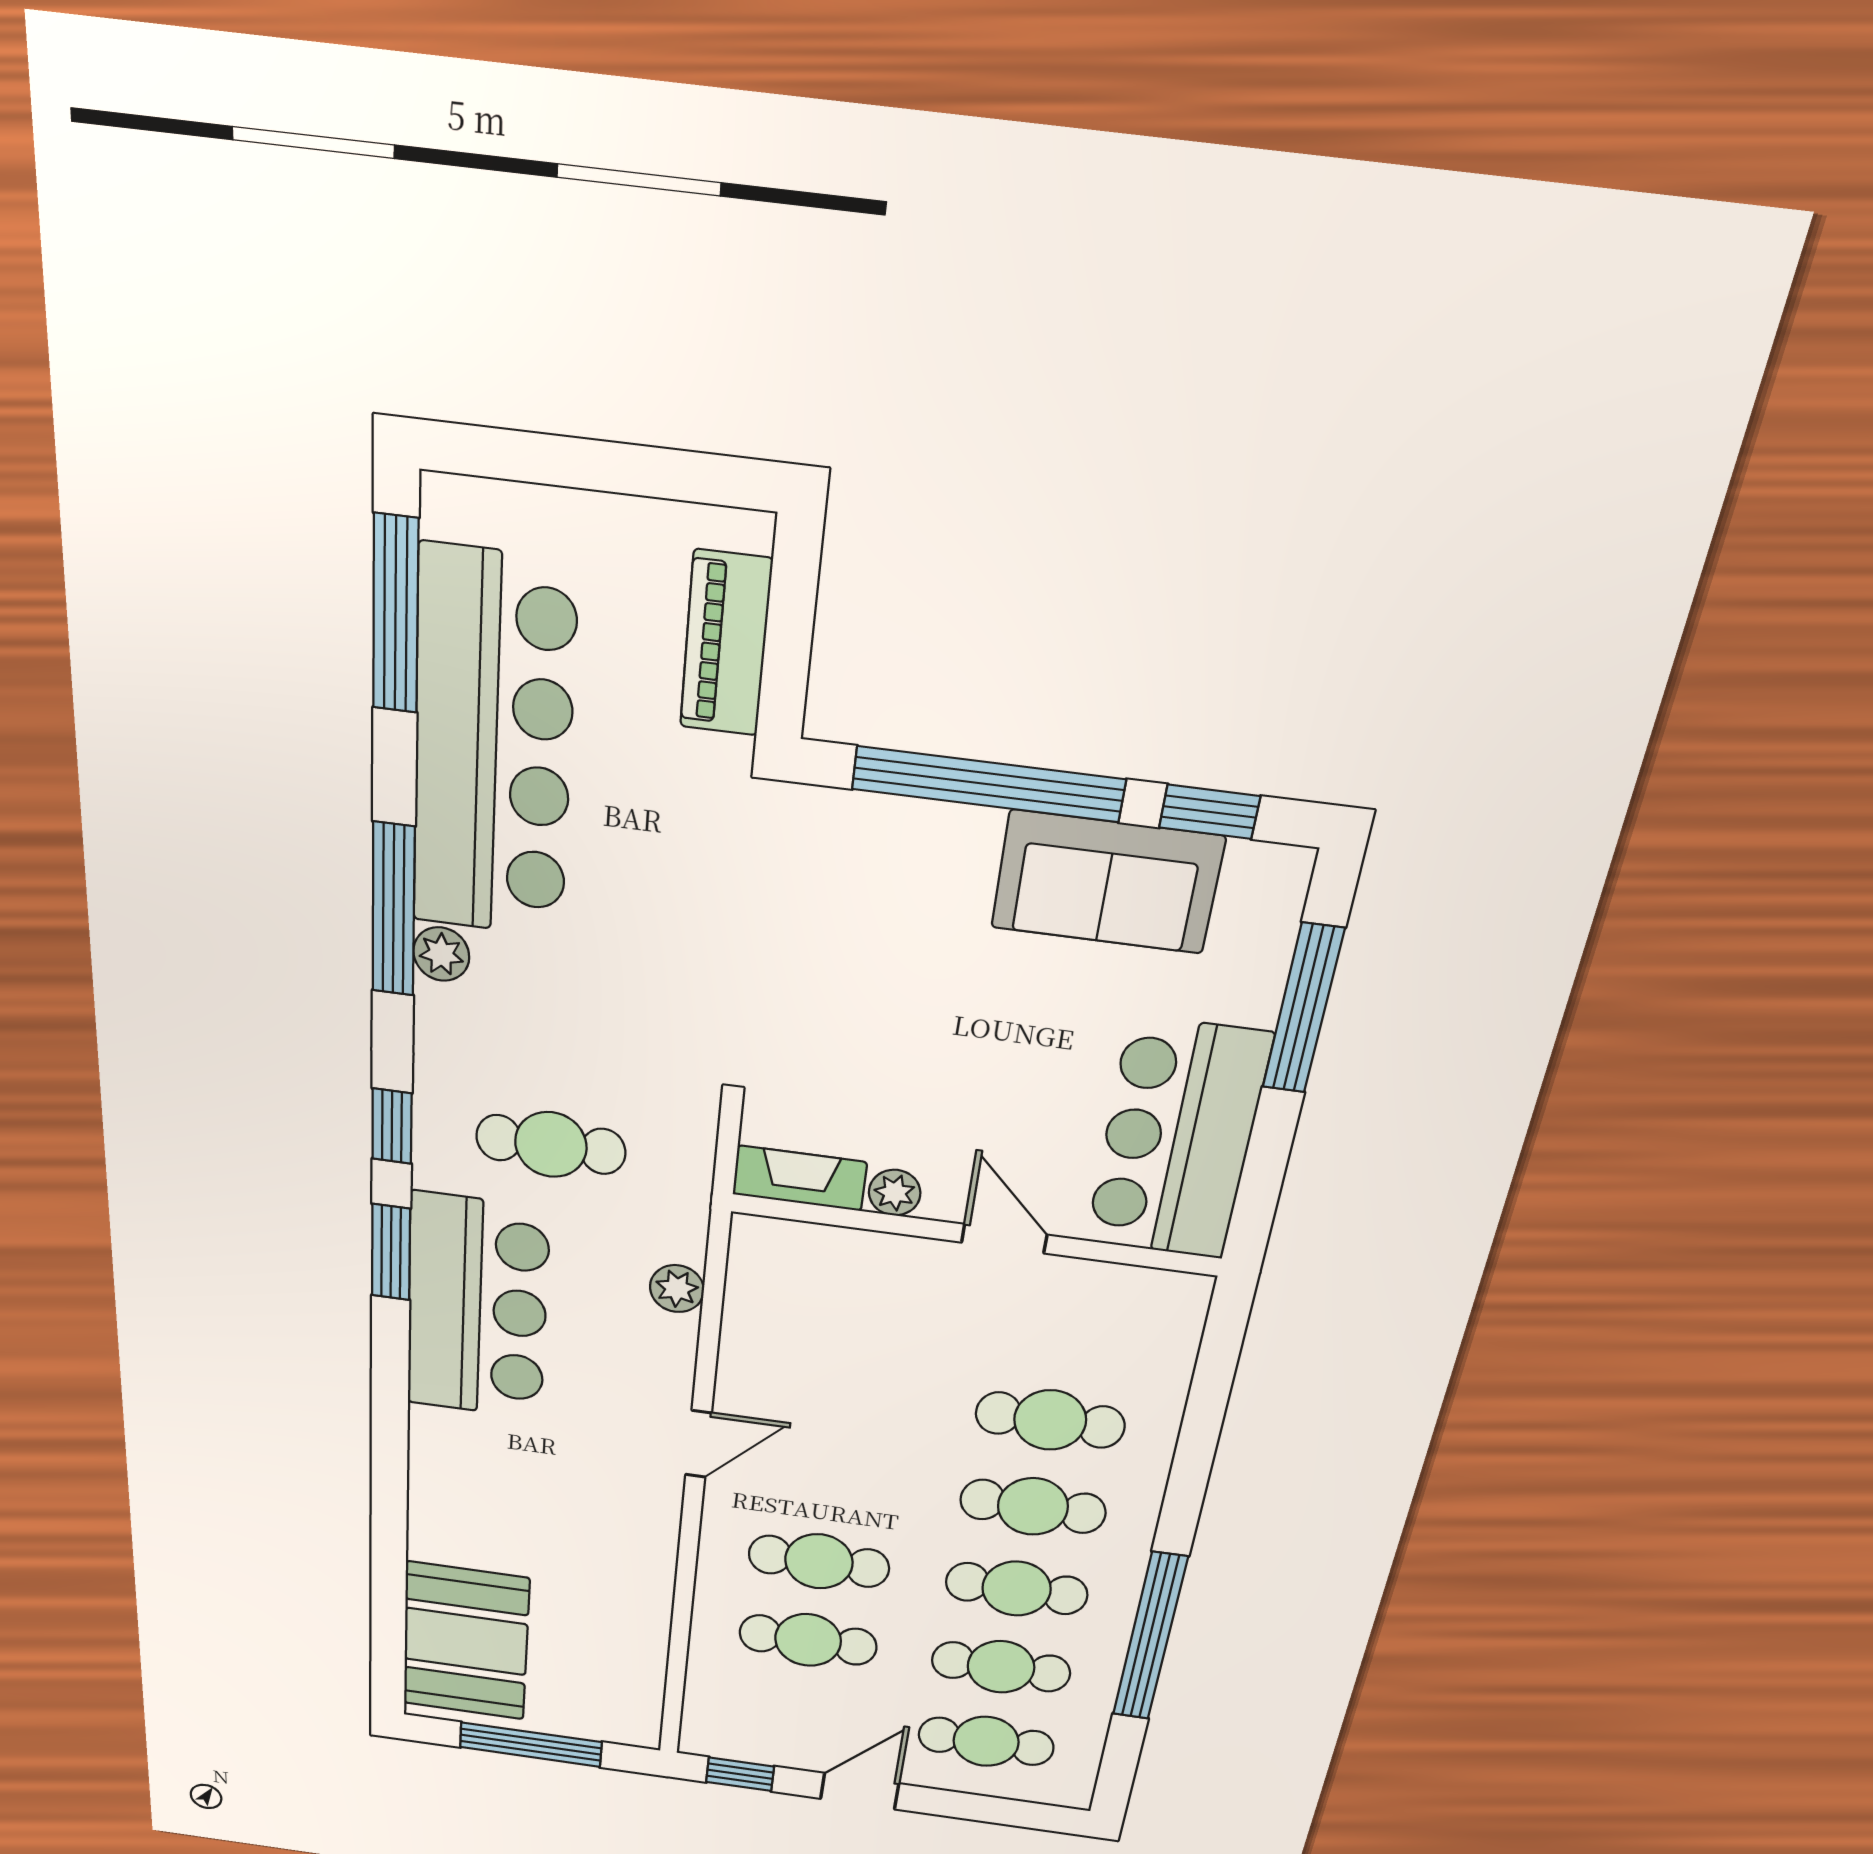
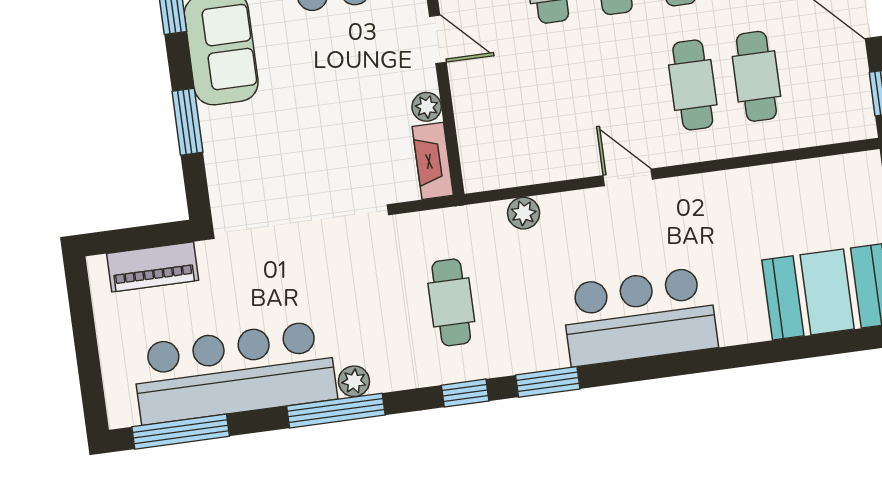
window: (988, 784) -> (187, 122), width x0.47
door: (1004, 1239) -> (438, 39), swing flipped
bar counter: (477, 1308) -> (640, 317), moved

